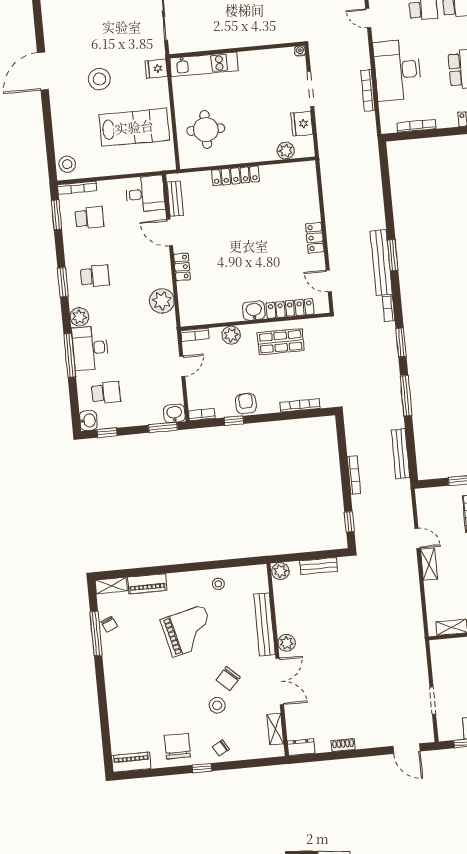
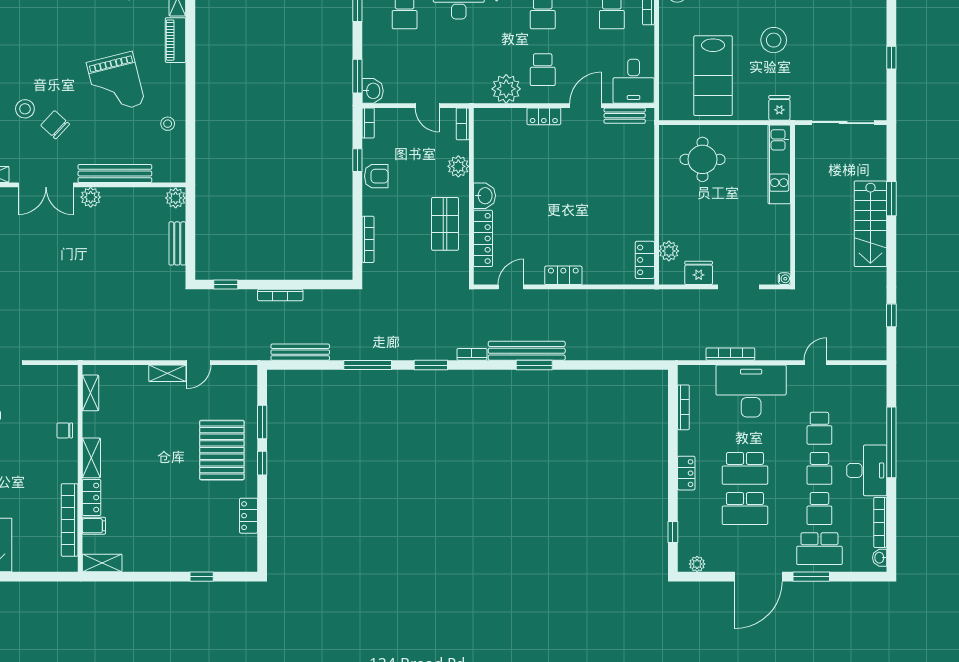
locker: (235, 176) -> (645, 260), moved, width x0.66
school desk: (143, 272) -> (543, 70), added

